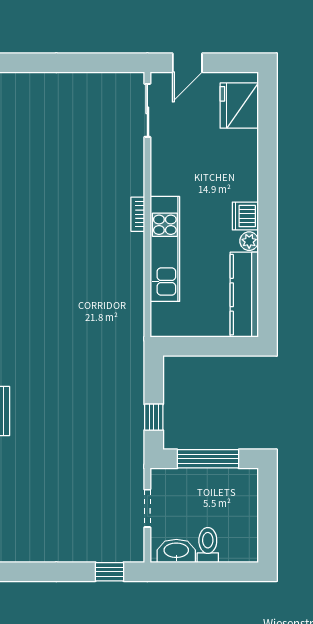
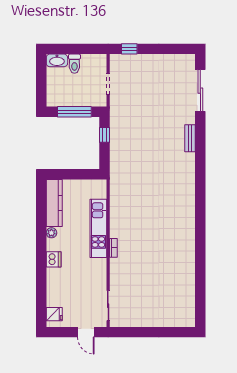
door: (187, 63) -> (86, 332), swing flipped
fridge: (239, 106) -> (54, 314), width x0.53, depth x0.75
dishwasher: (245, 216) -> (54, 259), moved
washbasin: (176, 551) -> (57, 60), moved

